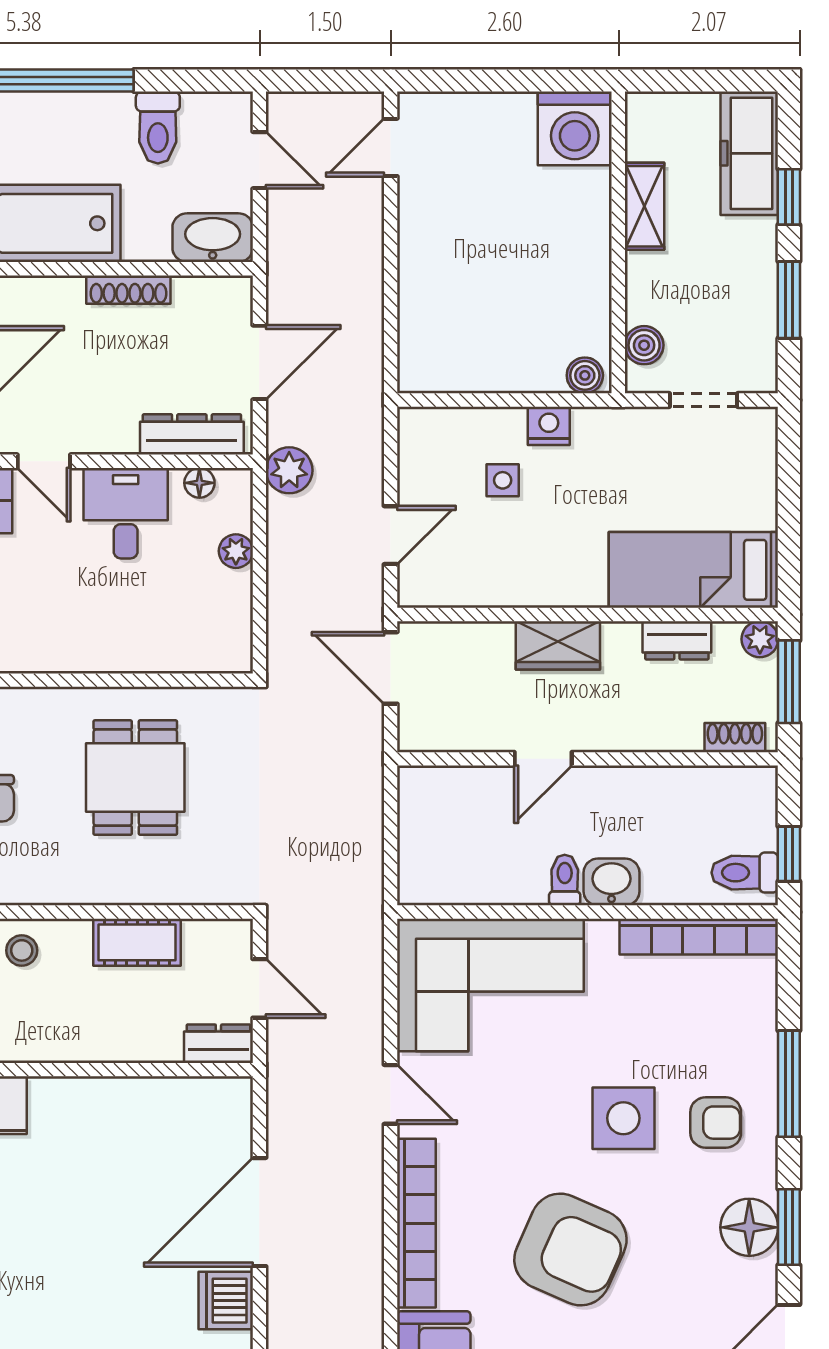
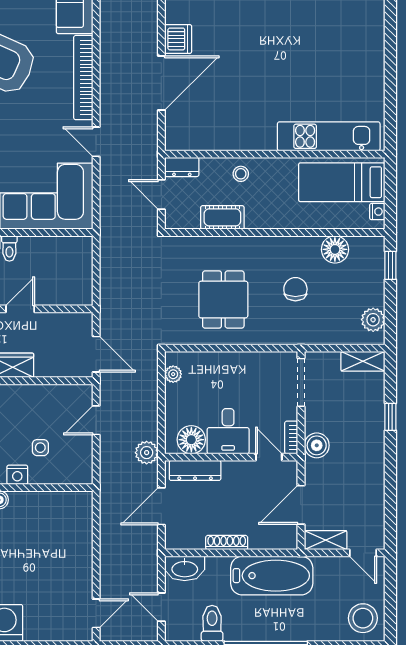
floor lamp: (199, 483) -> (191, 440), width x1.89, depth x1.89
plant: (236, 551) -> (173, 374), moved
stool: (22, 950) -> (241, 174), moved

